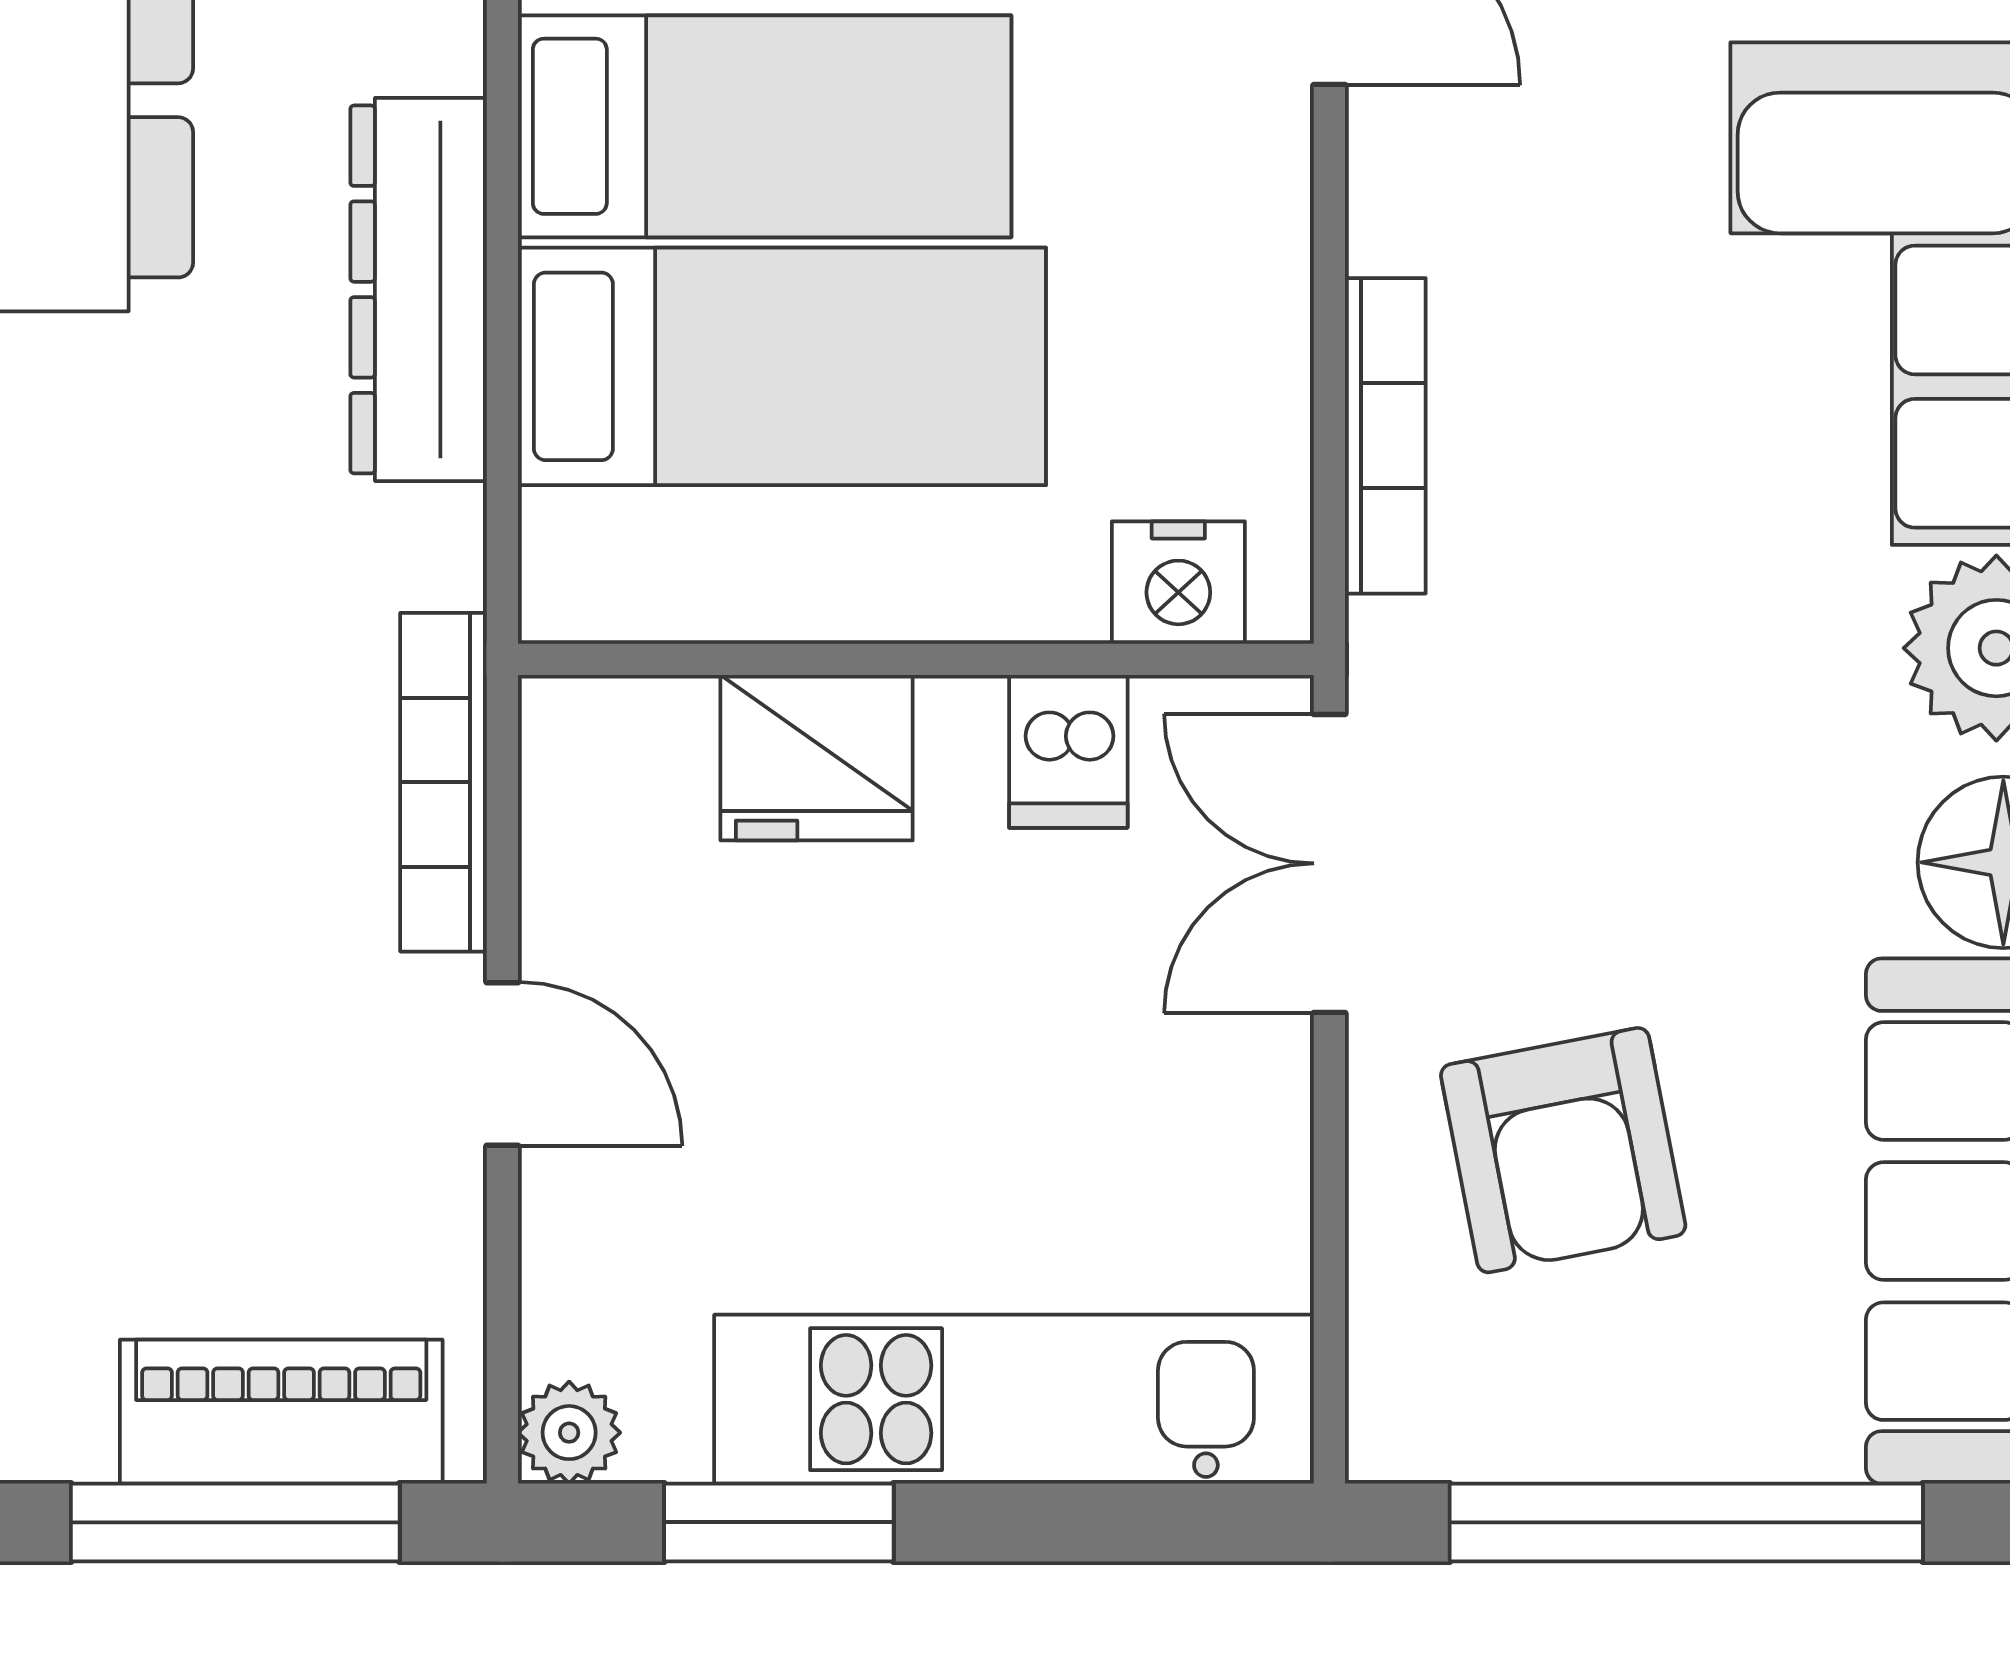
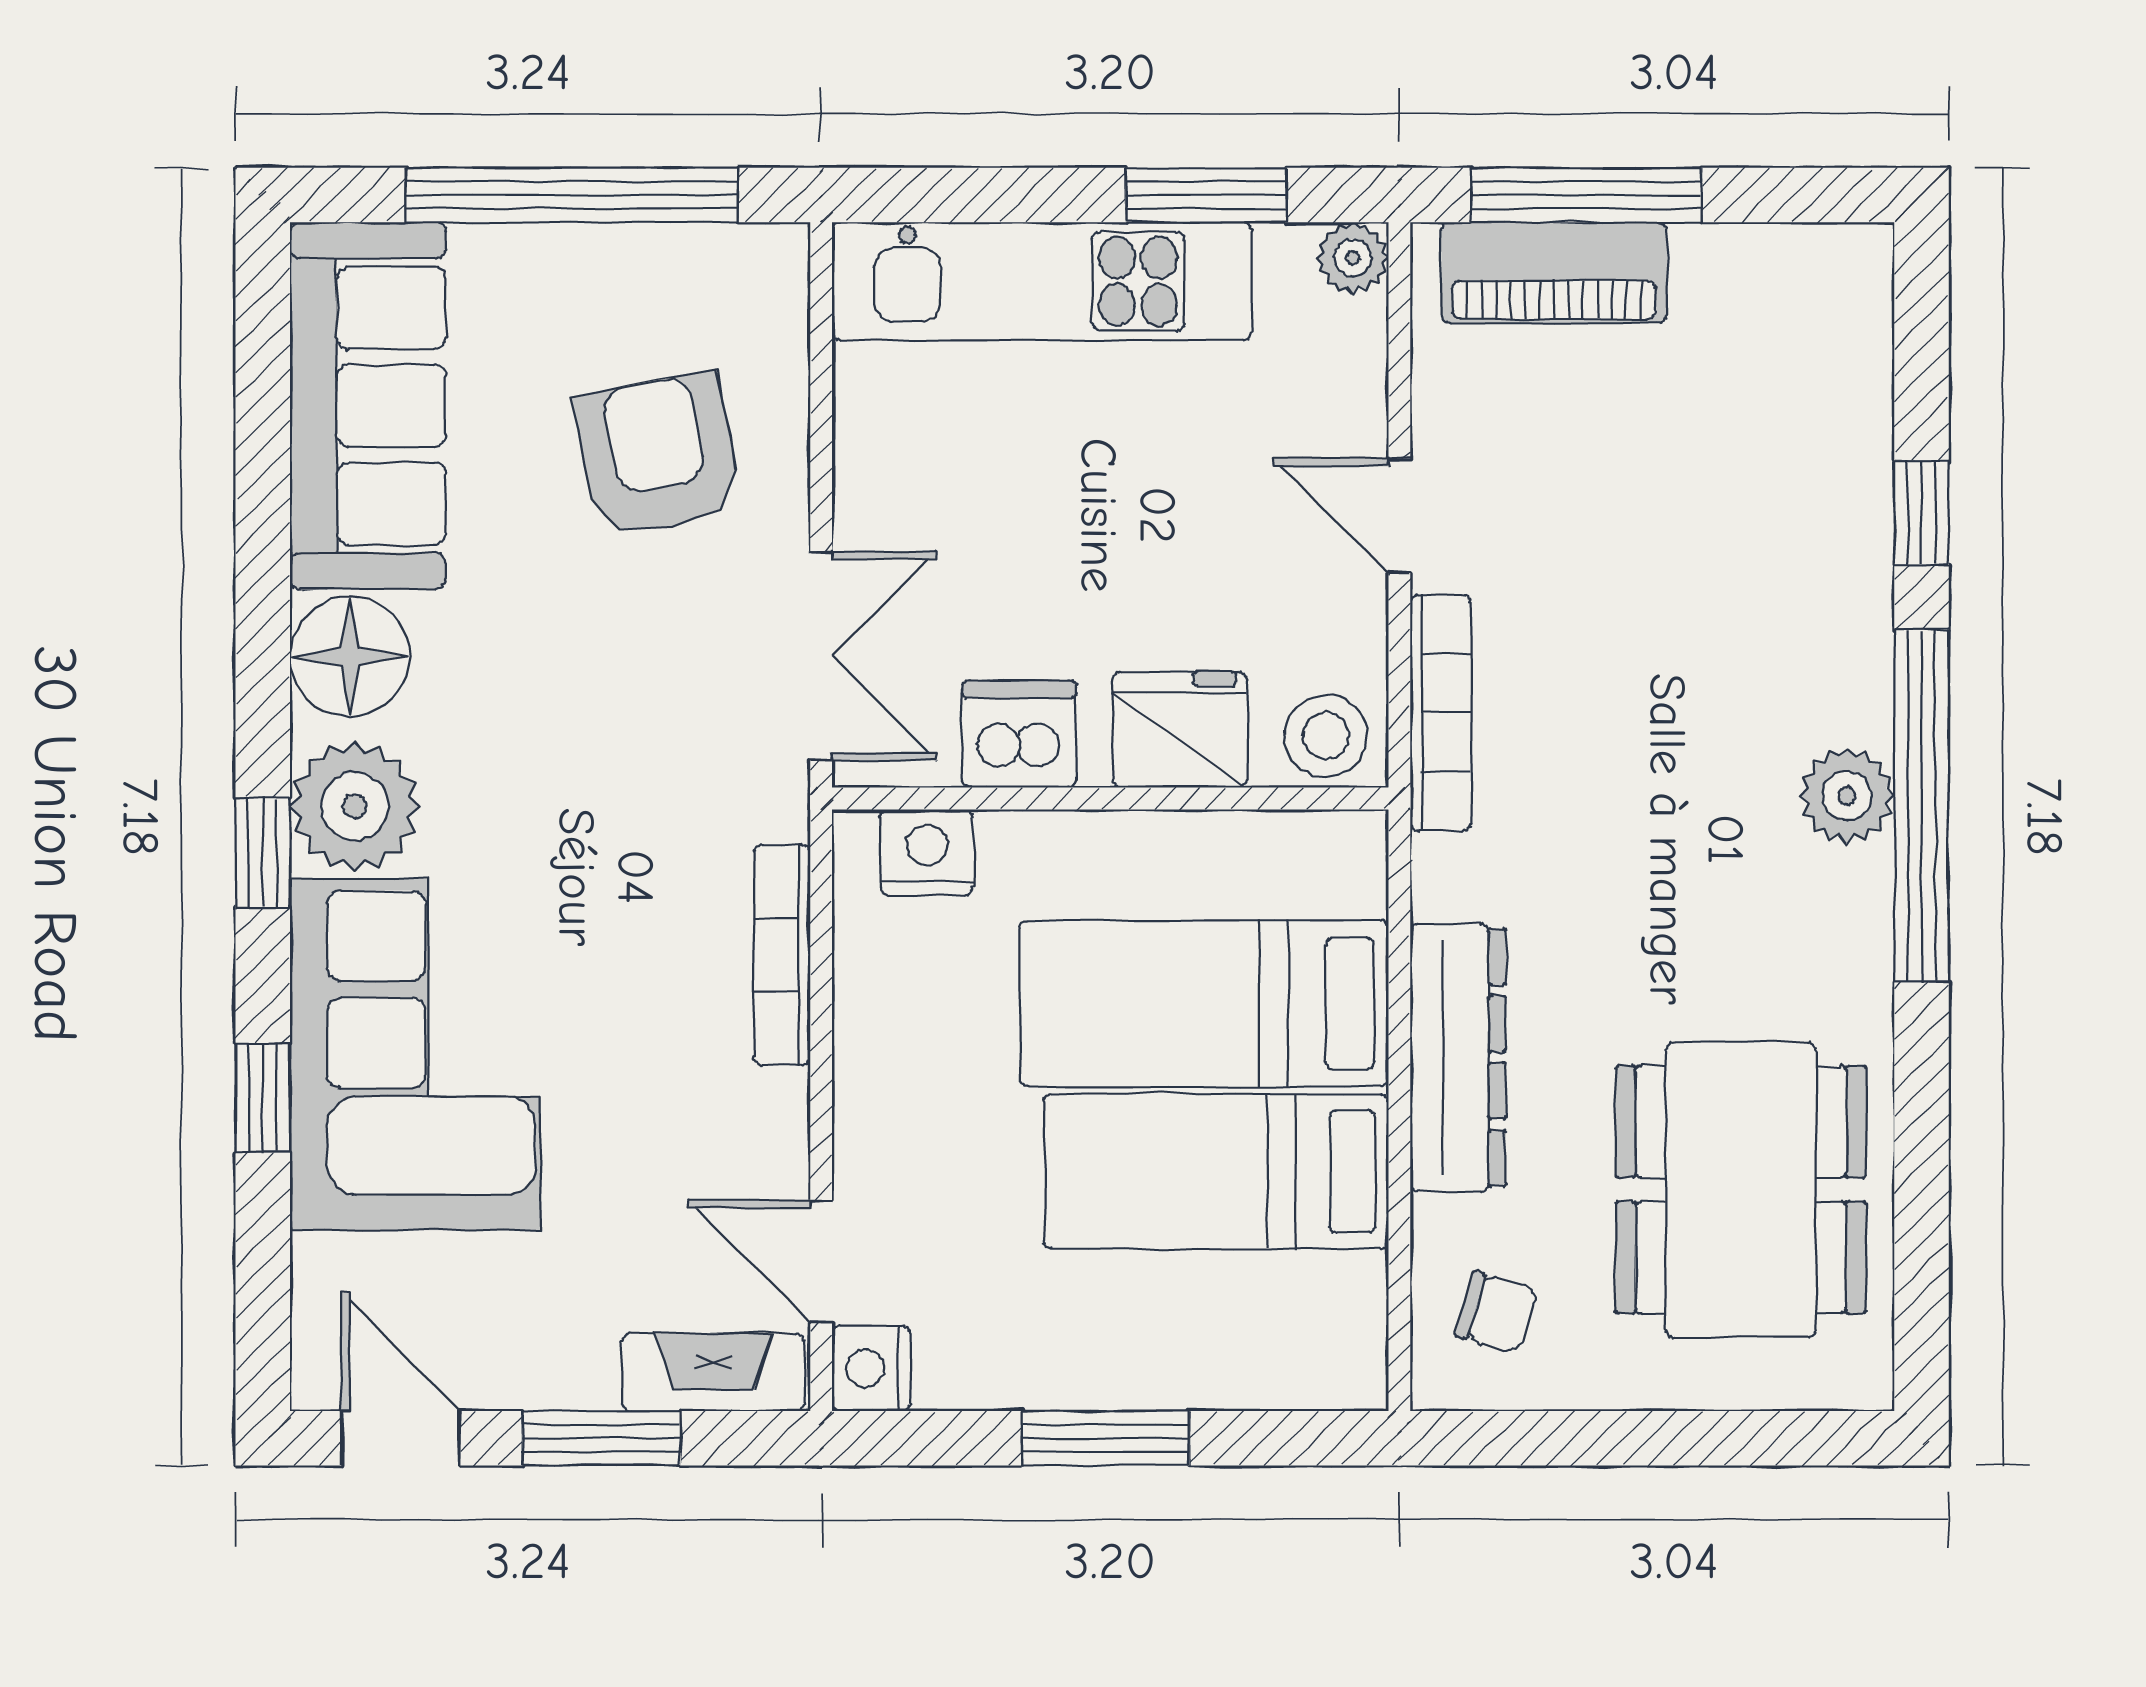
stool: (608, 749) -> (1326, 736), added
dishwasher: (1068, 751) -> (1019, 734), width x1.38

